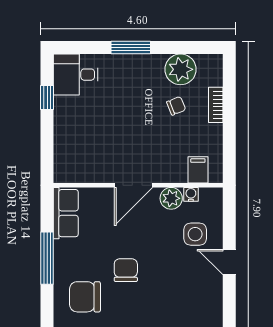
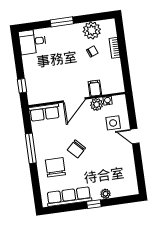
window: (47, 97) -> (22, 86), moved
filing cabinet: (198, 170) -> (95, 88), moved
row of seats: (66, 213) -> (44, 112), moved, turned 90
chair: (126, 270) -> (76, 149), turned -134
chair: (85, 297) -> (55, 167), turned 90

